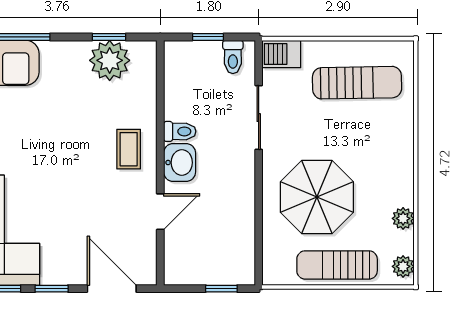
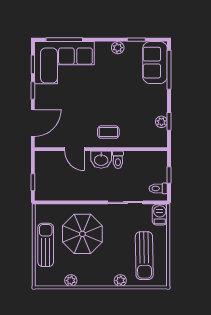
plant: (110, 60) -> (161, 122), width x0.53, depth x0.53
plant: (403, 266) -> (120, 281), moved

